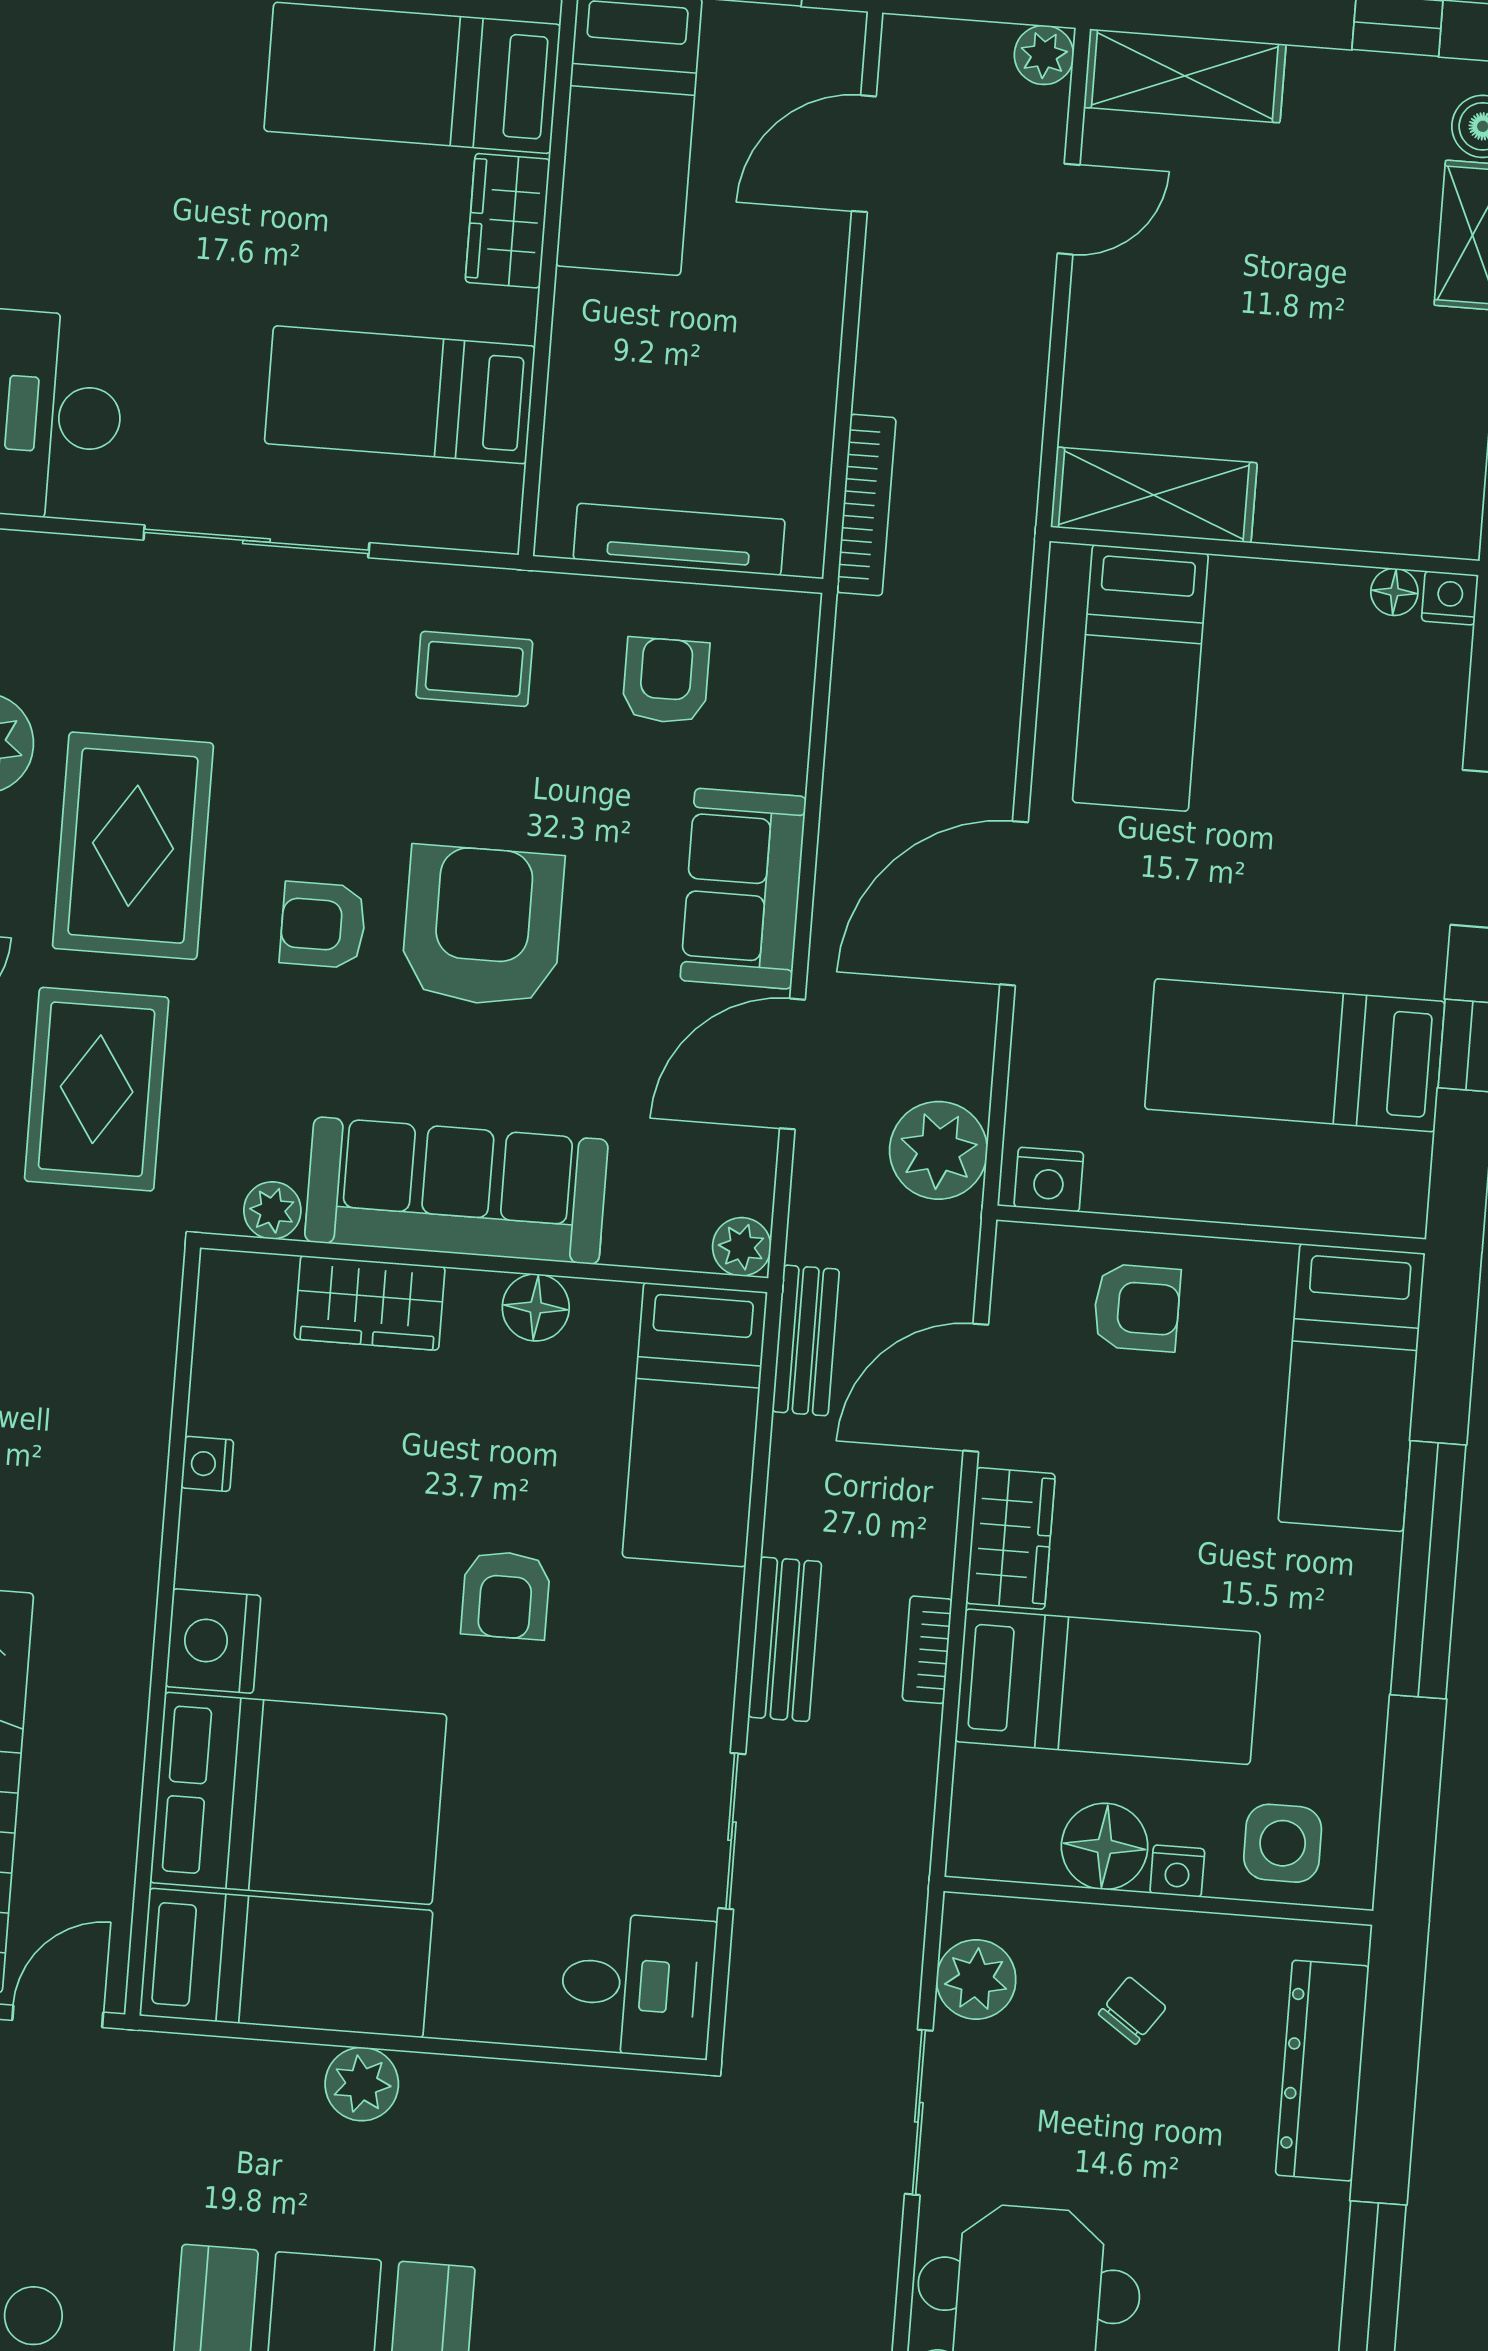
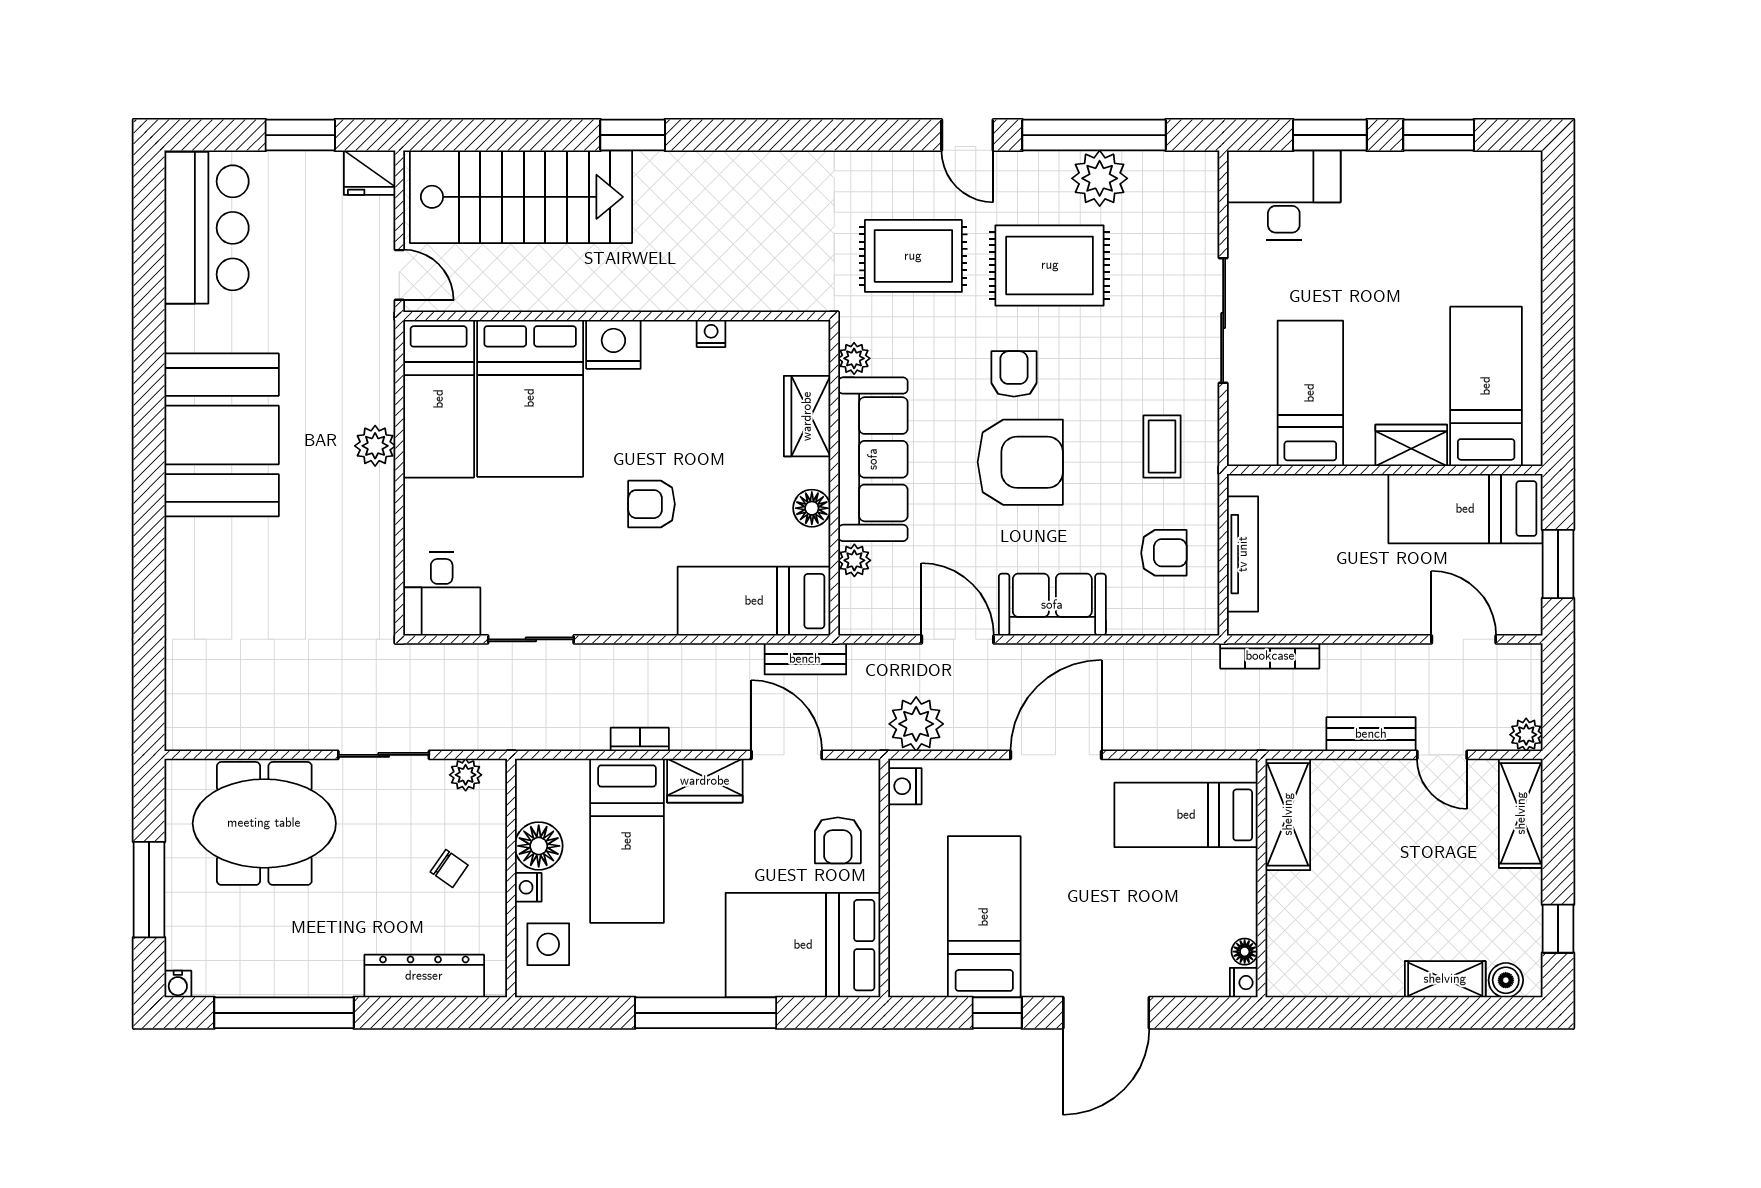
door: (1014, 903) -> (1056, 755), hinge flipped
plant: (742, 1247) -> (854, 560), moved
bed: (1352, 1388) -> (803, 945), width x1.50
bench: (785, 1639) -> (1371, 734), moved
plant: (976, 1979) -> (466, 775), width x0.73, depth x0.73

